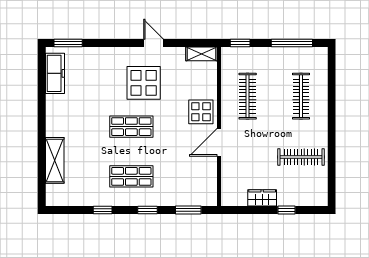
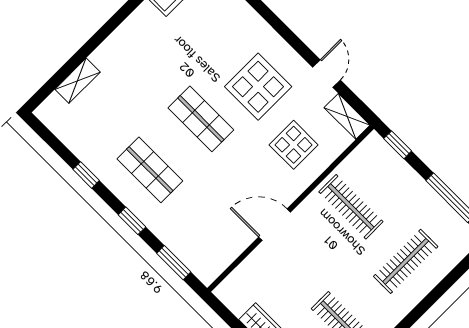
door: (154, 43) -> (327, 74), moved
clothes rail: (248, 96) -> (351, 207), turned 90
display table: (201, 112) -> (294, 145), moved
shelving: (55, 160) -> (78, 81), width x0.67, depth x0.75

